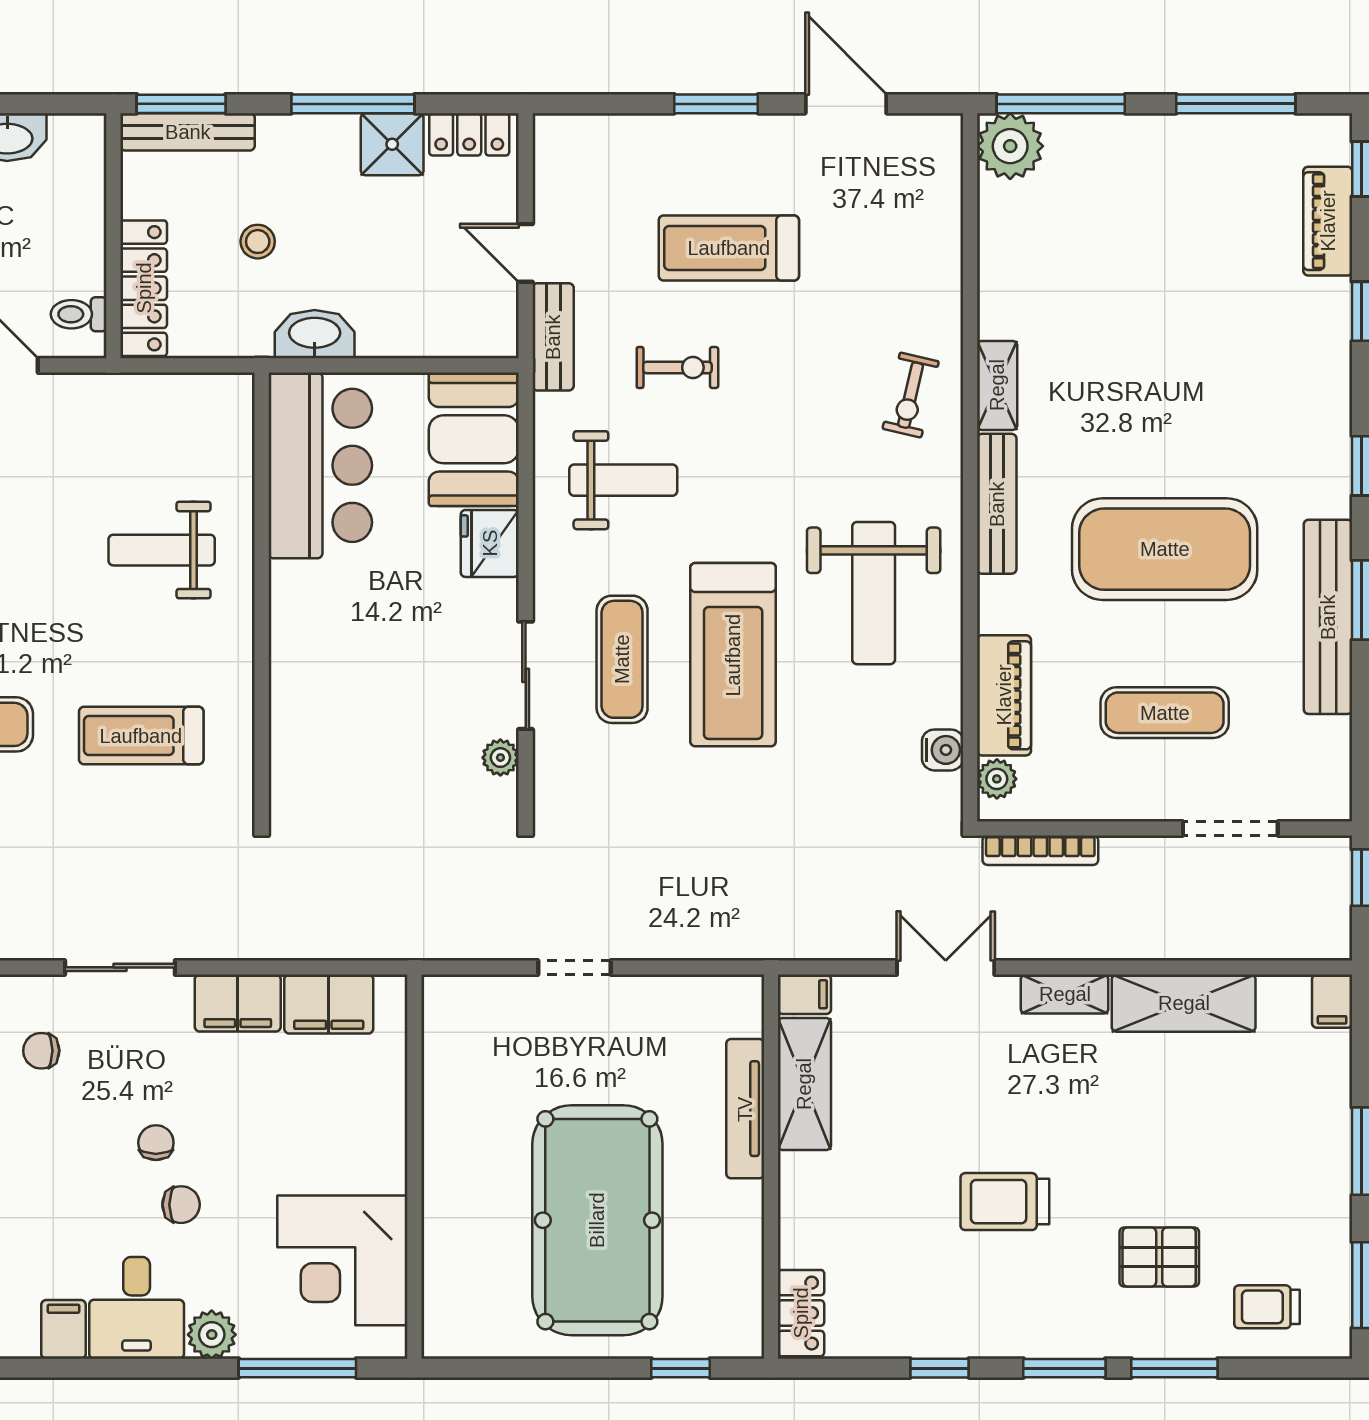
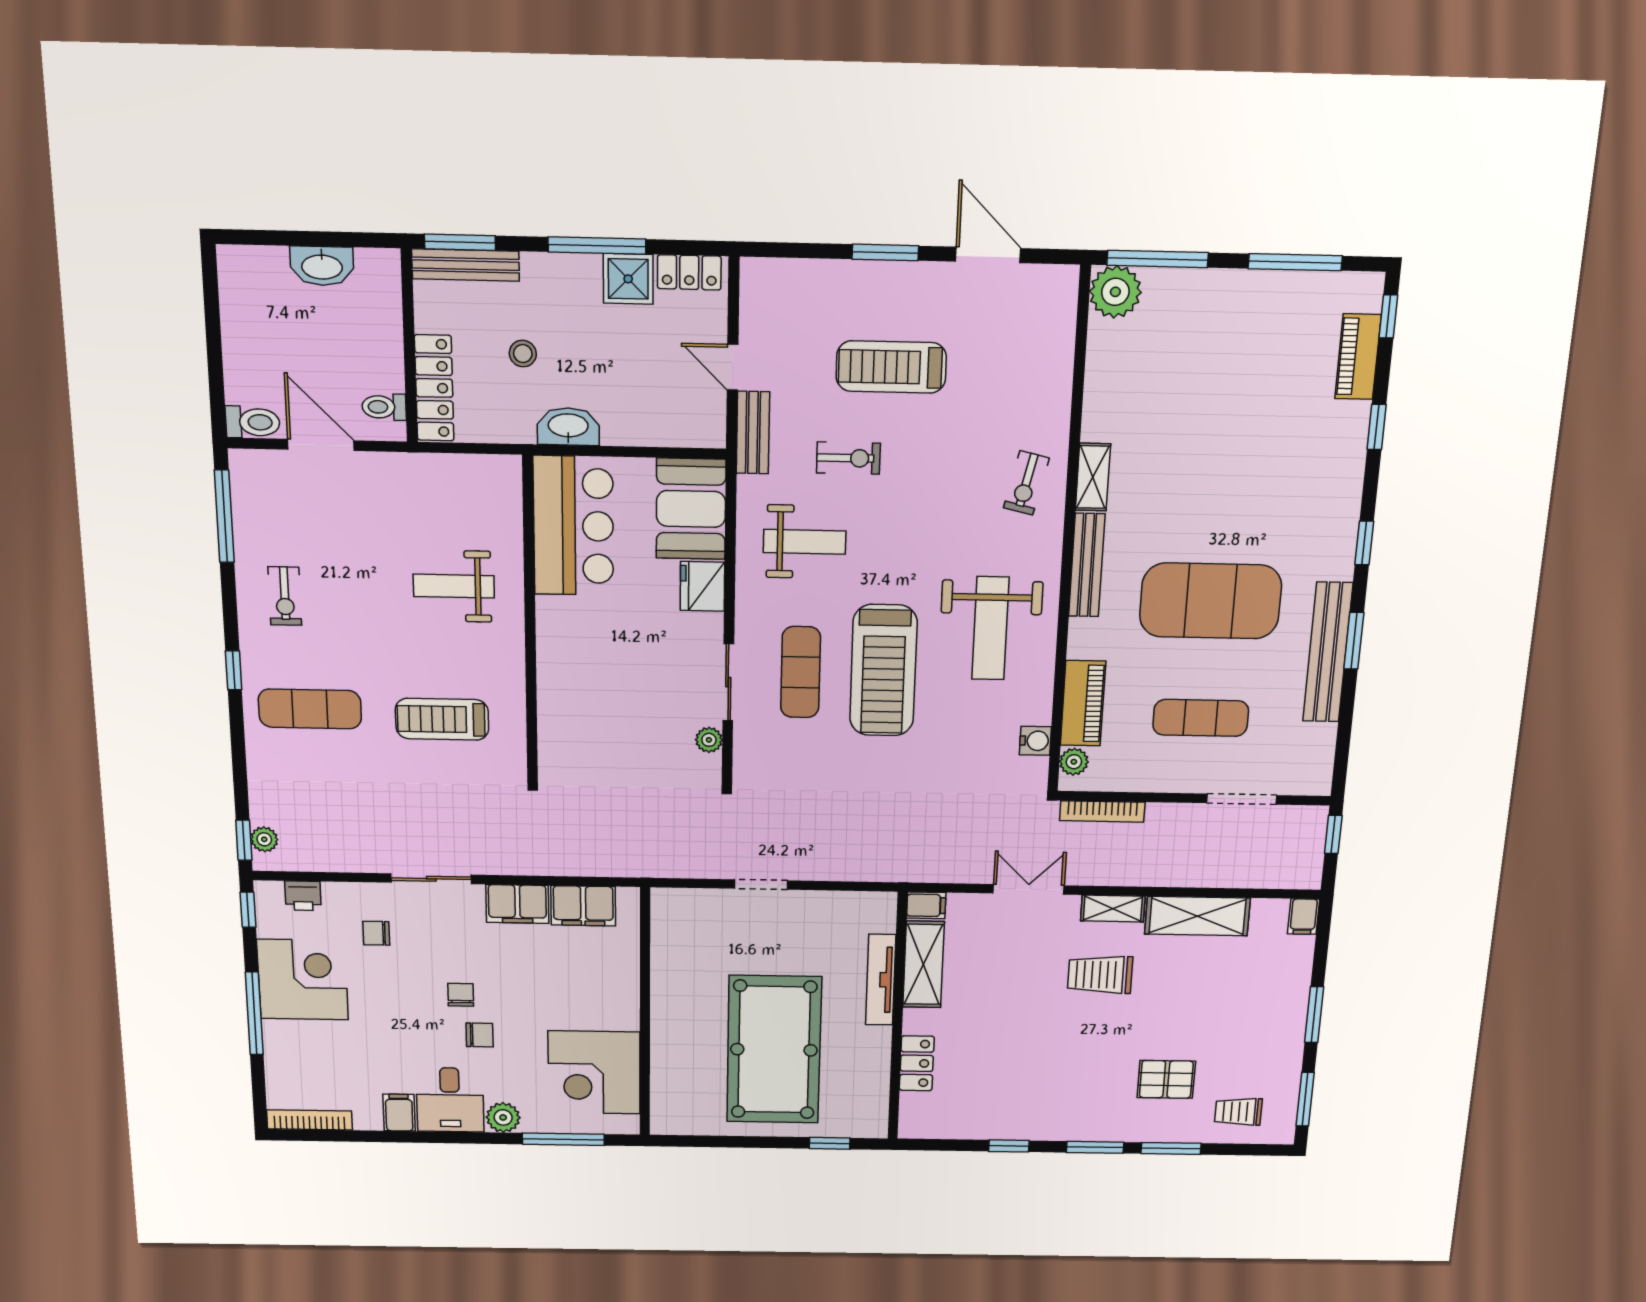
trolley: (1005, 1202) -> (1100, 975), moved
locker: (801, 1313) -> (917, 1063), moved

